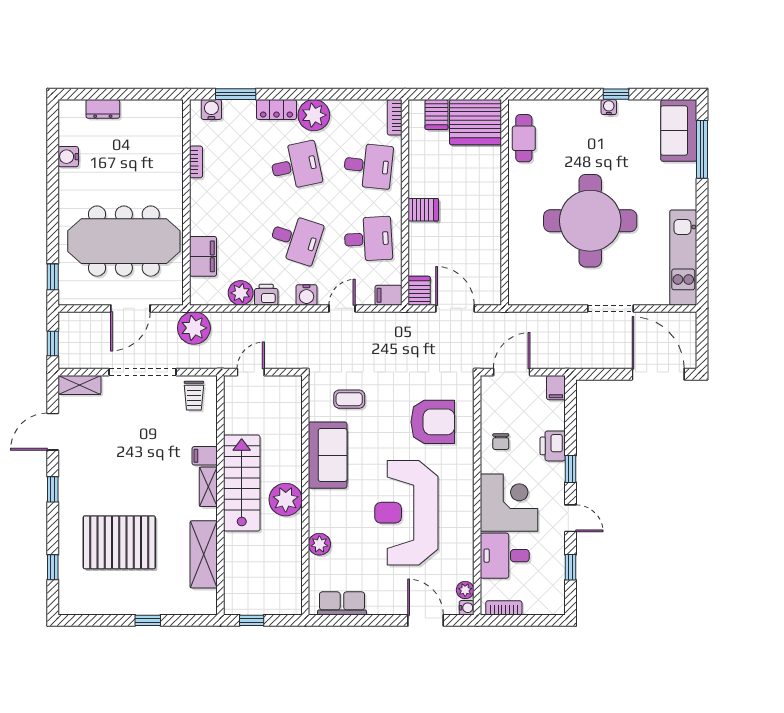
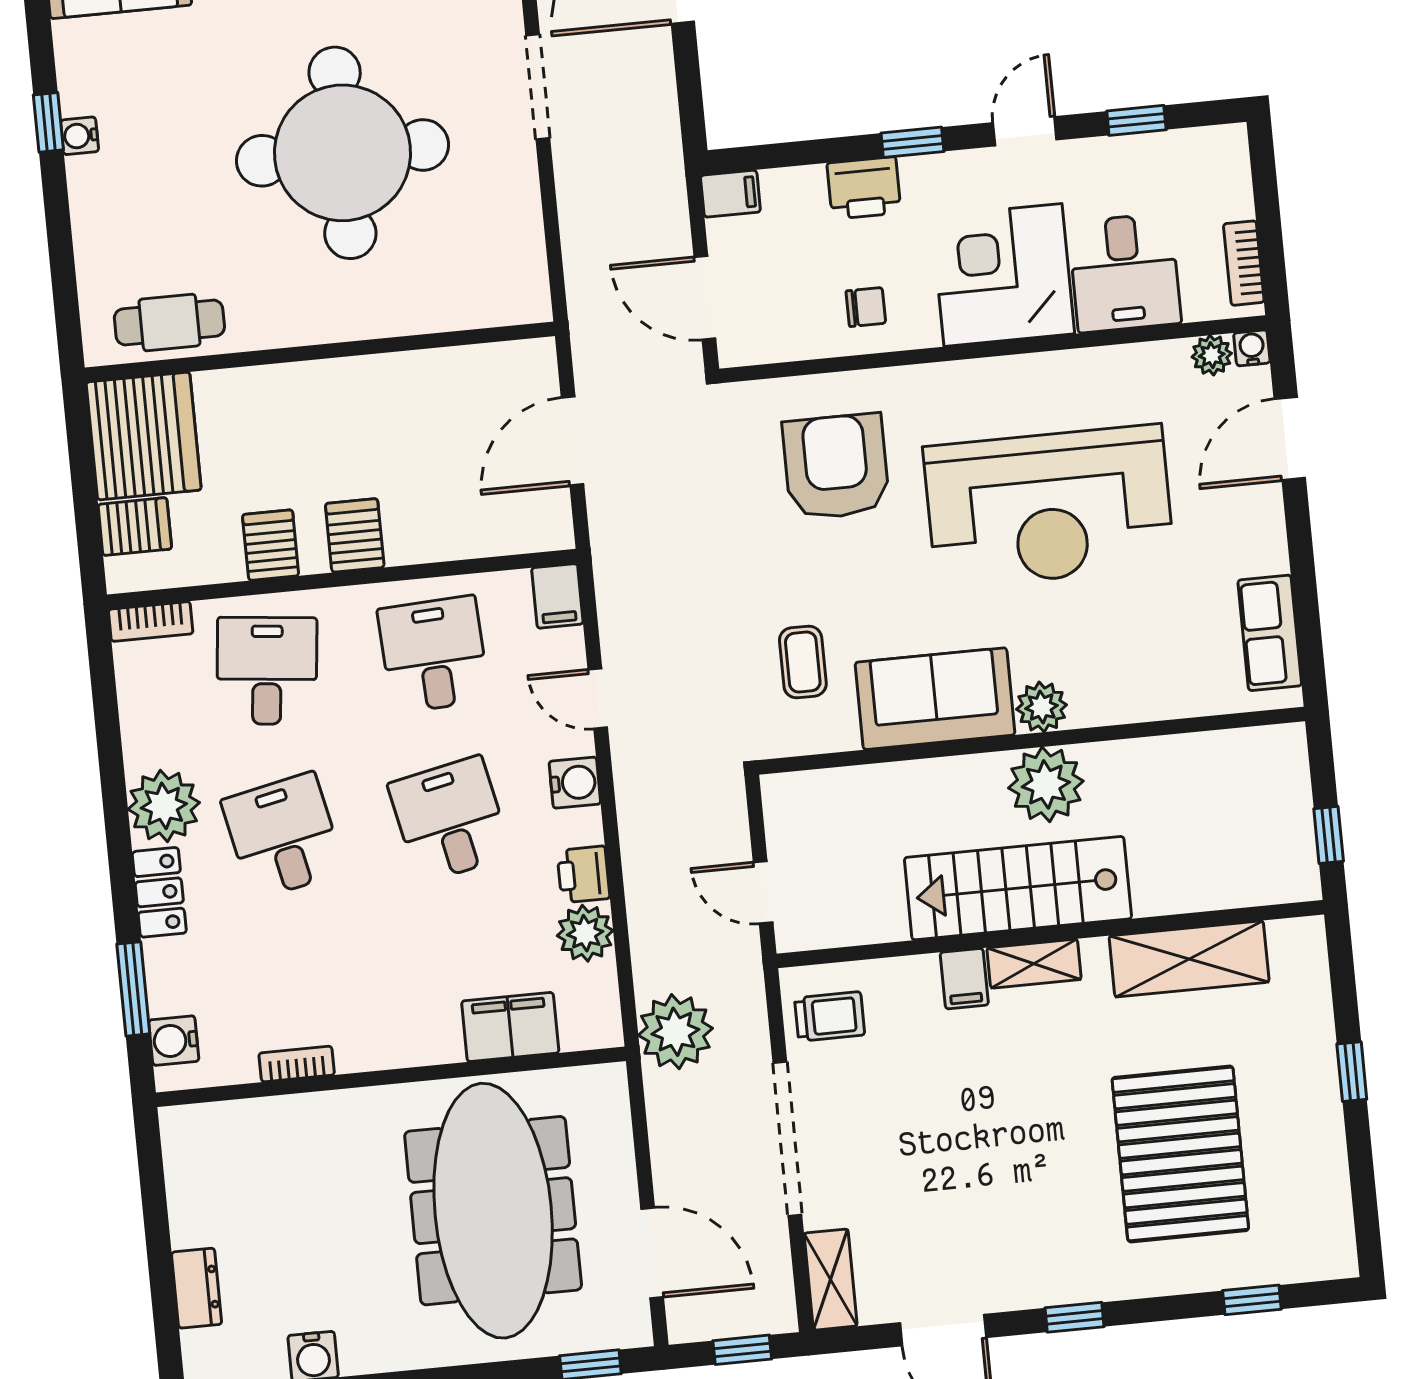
desk: (296, 239) -> (450, 820), turned -30
server rack: (419, 291) -> (271, 545), moved, turned 90
door: (130, 308) -> (652, 1253), moved
plant: (319, 544) -> (1042, 707), moved

